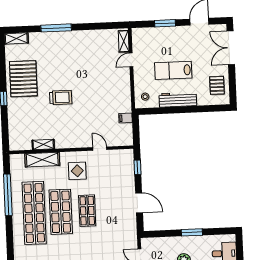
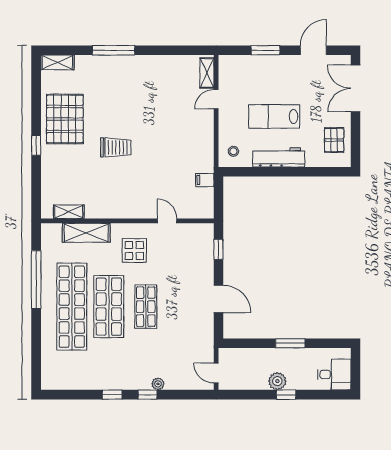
shelving: (43, 144) -> (69, 212), moved

